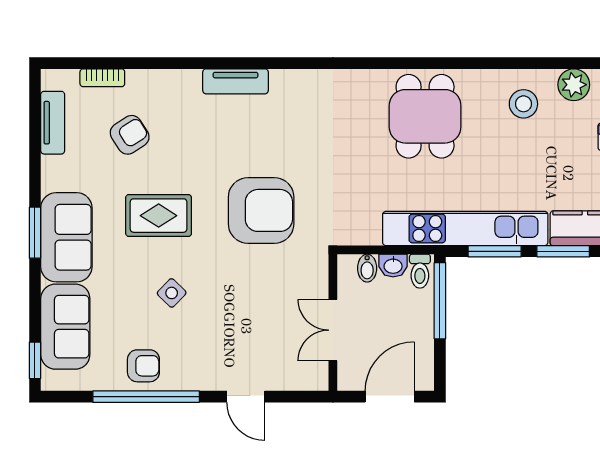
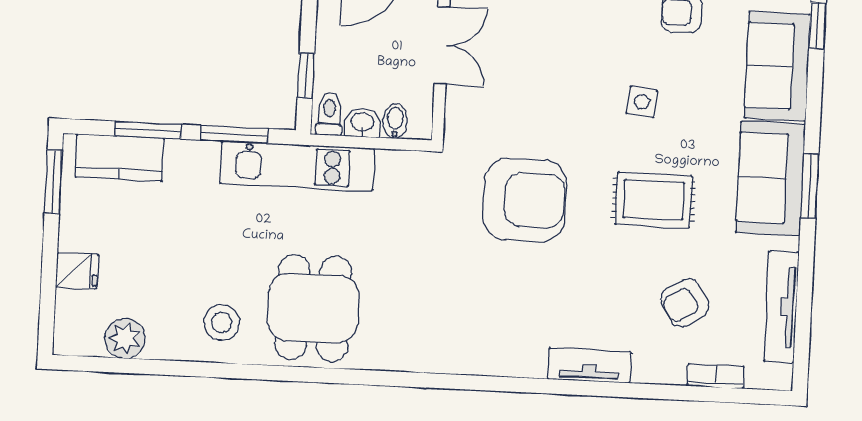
tv unit: (235, 81) -> (589, 365), moved
stool: (523, 104) -> (222, 323), moved
tv unit: (53, 123) -> (782, 307), width x1.41
armchair: (261, 210) -> (525, 200), turned 180
kitchen unit: (465, 228) -> (297, 166), width x0.73
side table: (172, 293) -> (642, 102), turned -37
window: (440, 301) -> (306, 76), width x0.46

